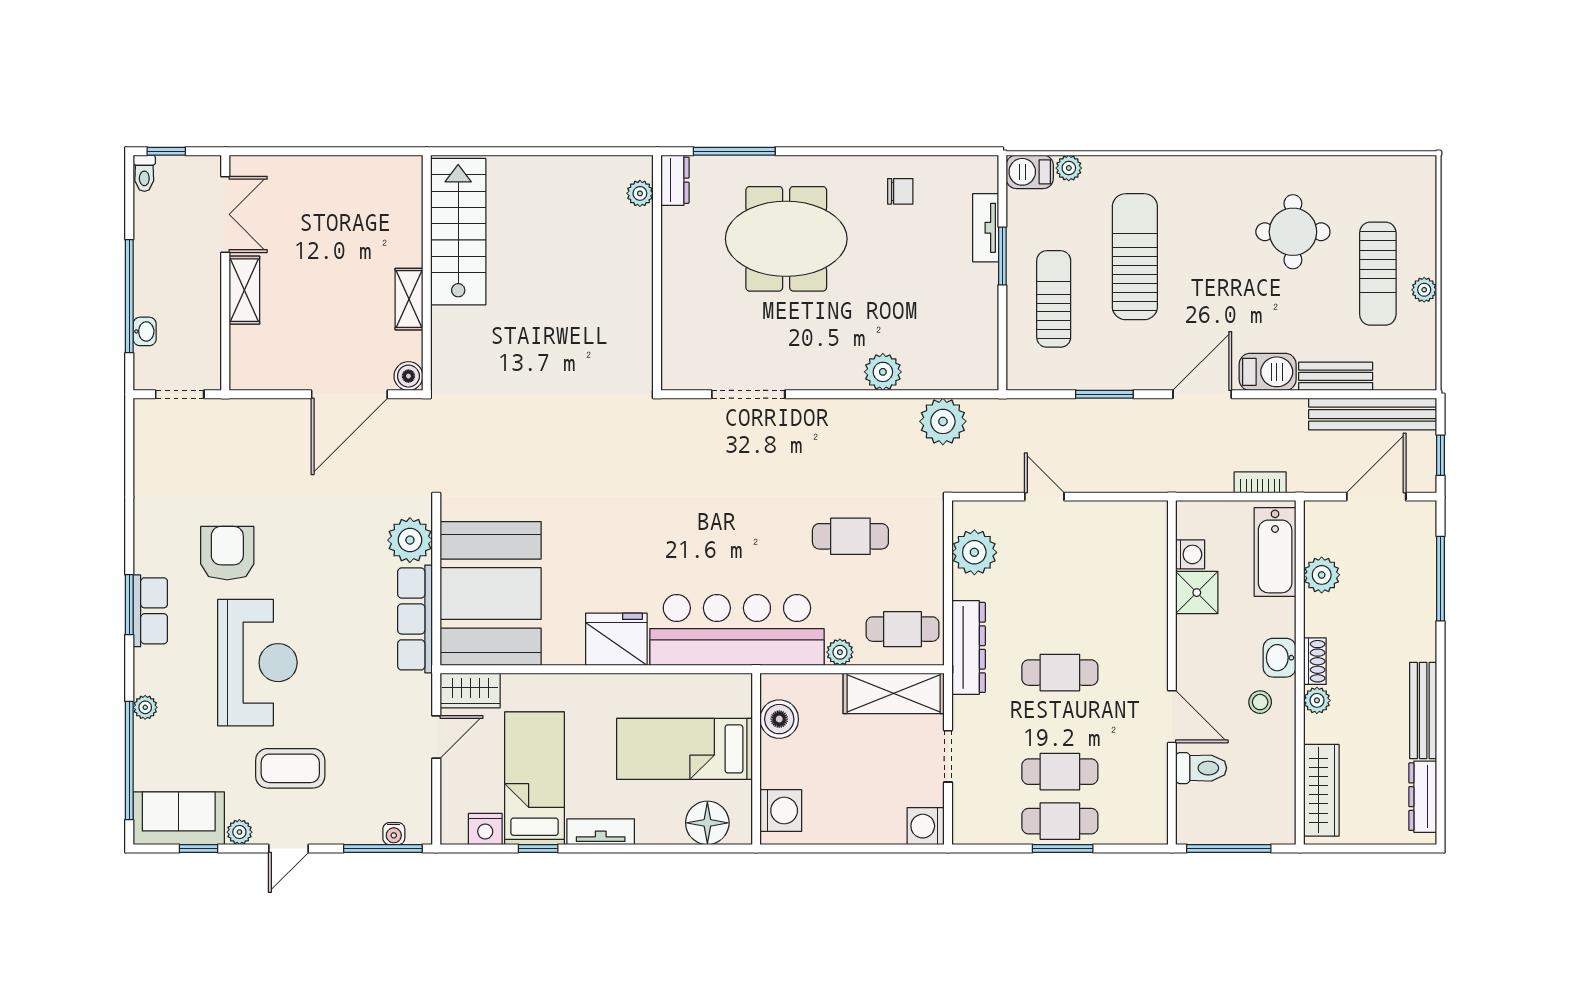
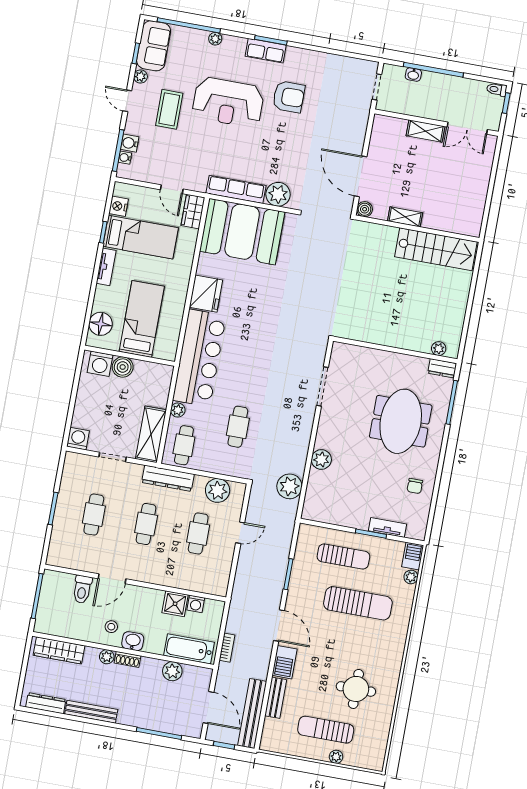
plant: (1424, 290) -> (336, 757), moved
boiler: (779, 719) -> (123, 367), moved
cafe table: (1060, 821) -> (198, 533), moved
water cooler: (365, 830) -> (130, 143), added

